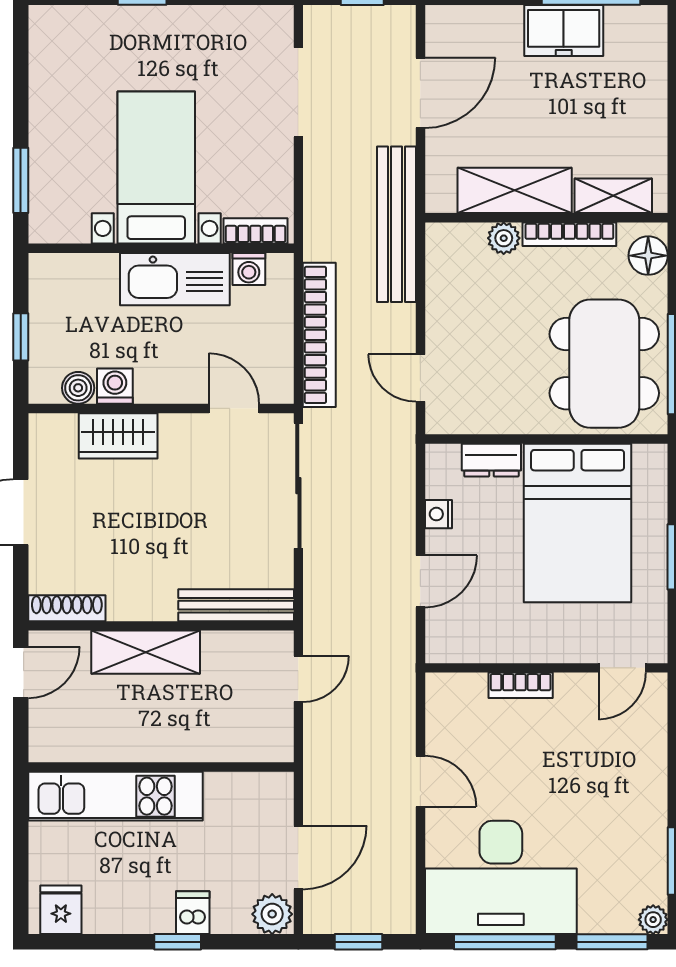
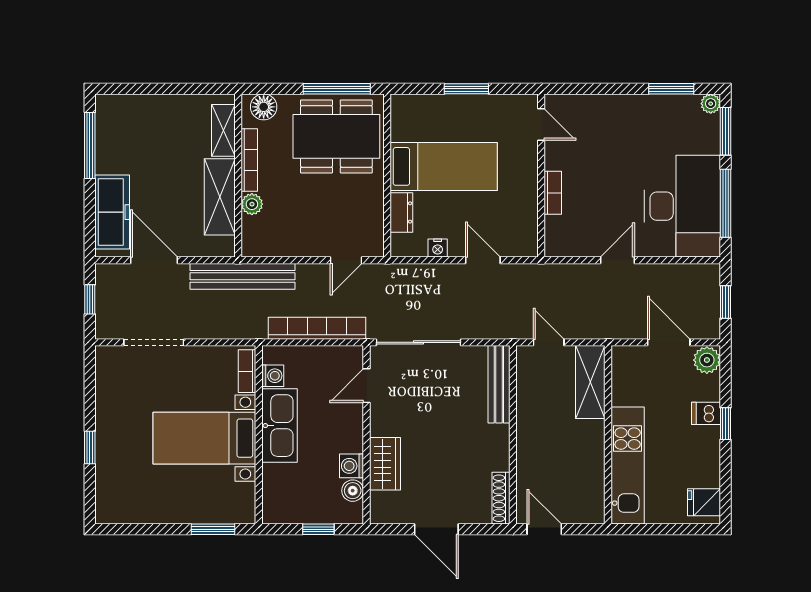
freezer: (564, 30) -> (112, 212), moved, width x1.40
bed: (578, 523) -> (444, 166), width x0.67
shelving: (146, 652) -> (590, 382), moved

